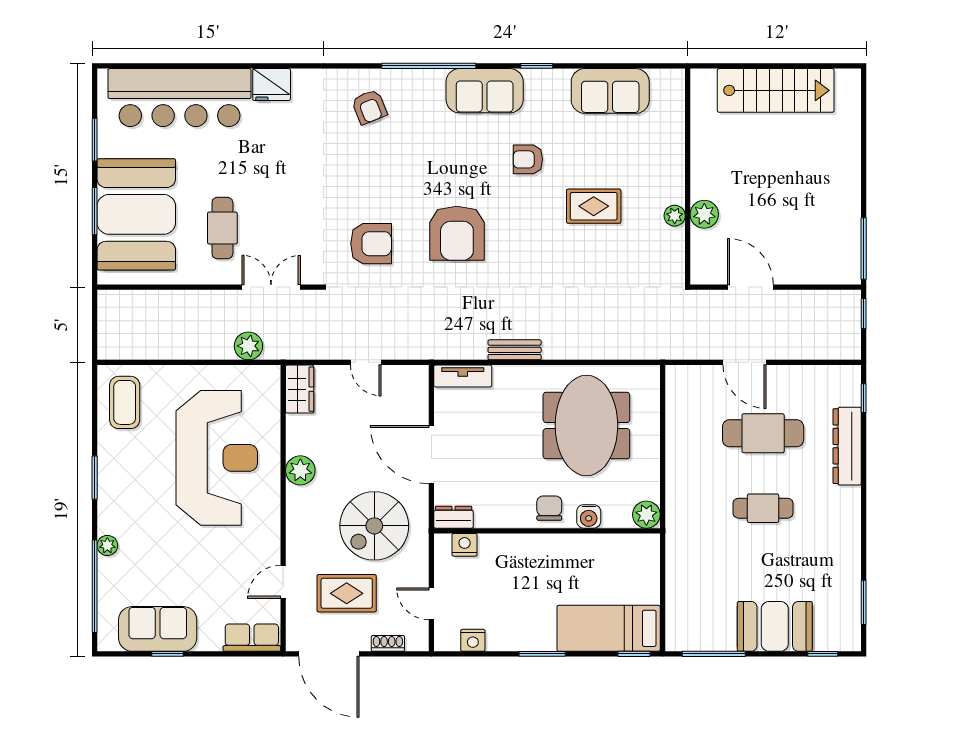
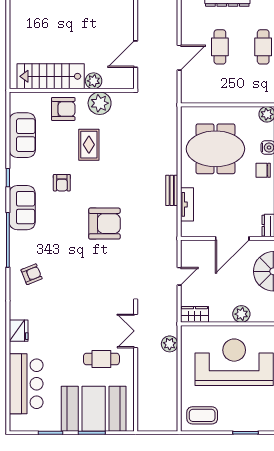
stairs: (776, 90) -> (51, 76), moved, turned -90
bar counter: (180, 98) -> (26, 384), width x0.73
plant: (675, 216) -> (100, 103), width x1.87, depth x1.87
armchair: (371, 244) -> (63, 109), moved, turned 90
tv unit: (463, 376) -> (187, 204), moved
cafe table: (763, 433) -> (220, 47), width x0.73, depth x0.74

